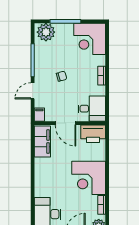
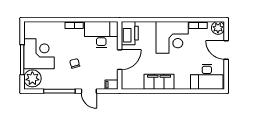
corner desk: (90, 39) -> (39, 54), moved, turned -90
desk: (92, 109) -> (101, 35), width x1.37
filing cabinet: (42, 142) -> (159, 82), moved

